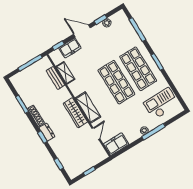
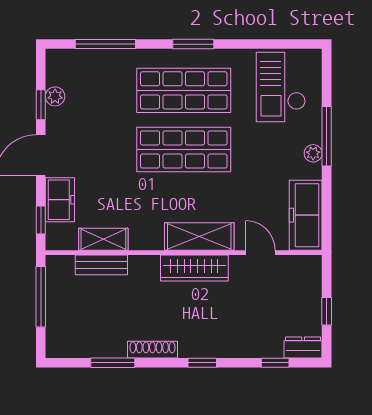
dresser: (47, 132) -> (303, 347), moved
freezer: (116, 144) -> (306, 215), width x1.40

